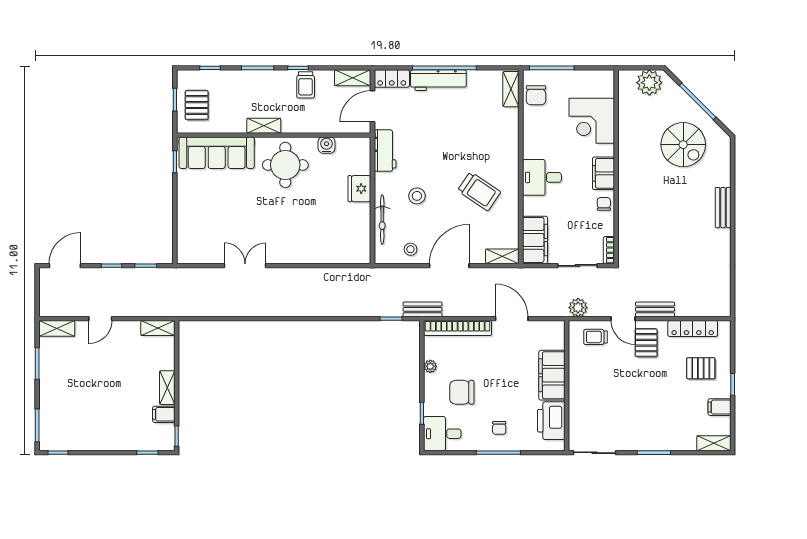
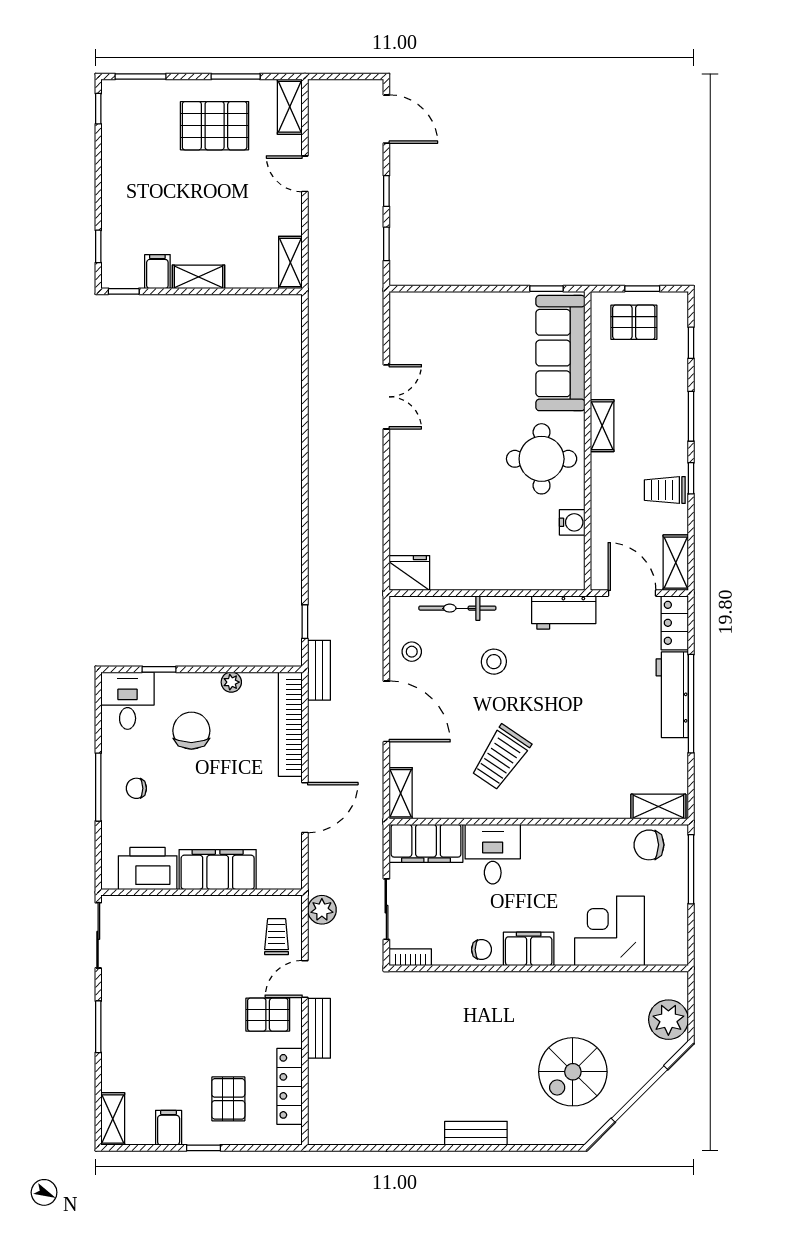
desk: (542, 177) -> (493, 854), moved
fridge: (359, 189) -> (409, 573), moved
pallet: (69, 377) -> (215, 126), added

